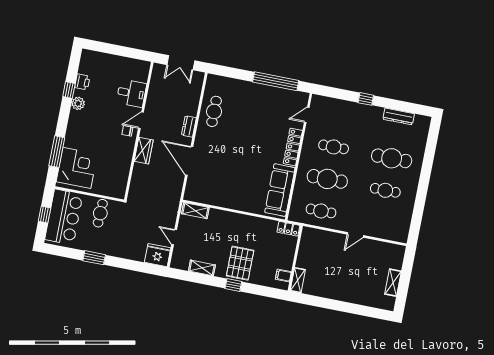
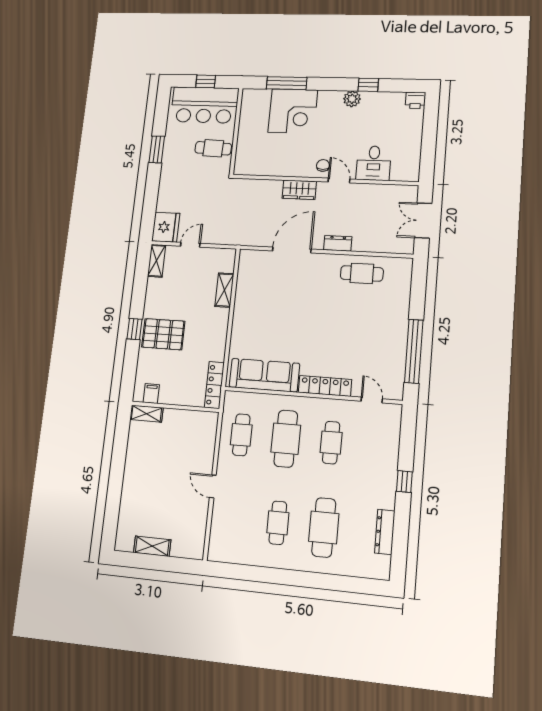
printer: (82, 82) -> (415, 100), moved
corner desk: (77, 168) -> (293, 111), moved
shelving: (195, 211) -> (224, 290), moved
locker: (288, 229) -> (214, 385), width x1.53
shelving: (202, 268) -> (157, 261), moved

